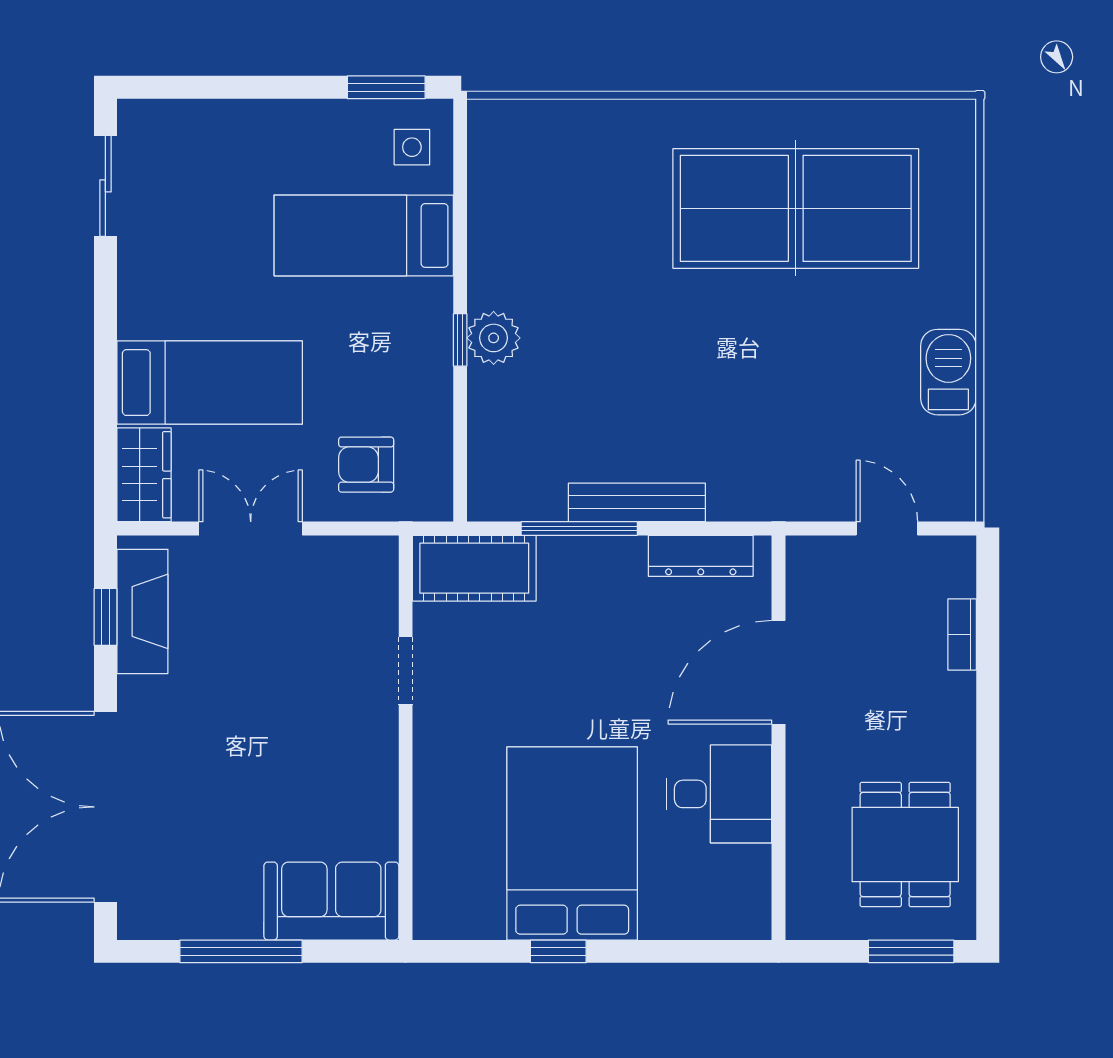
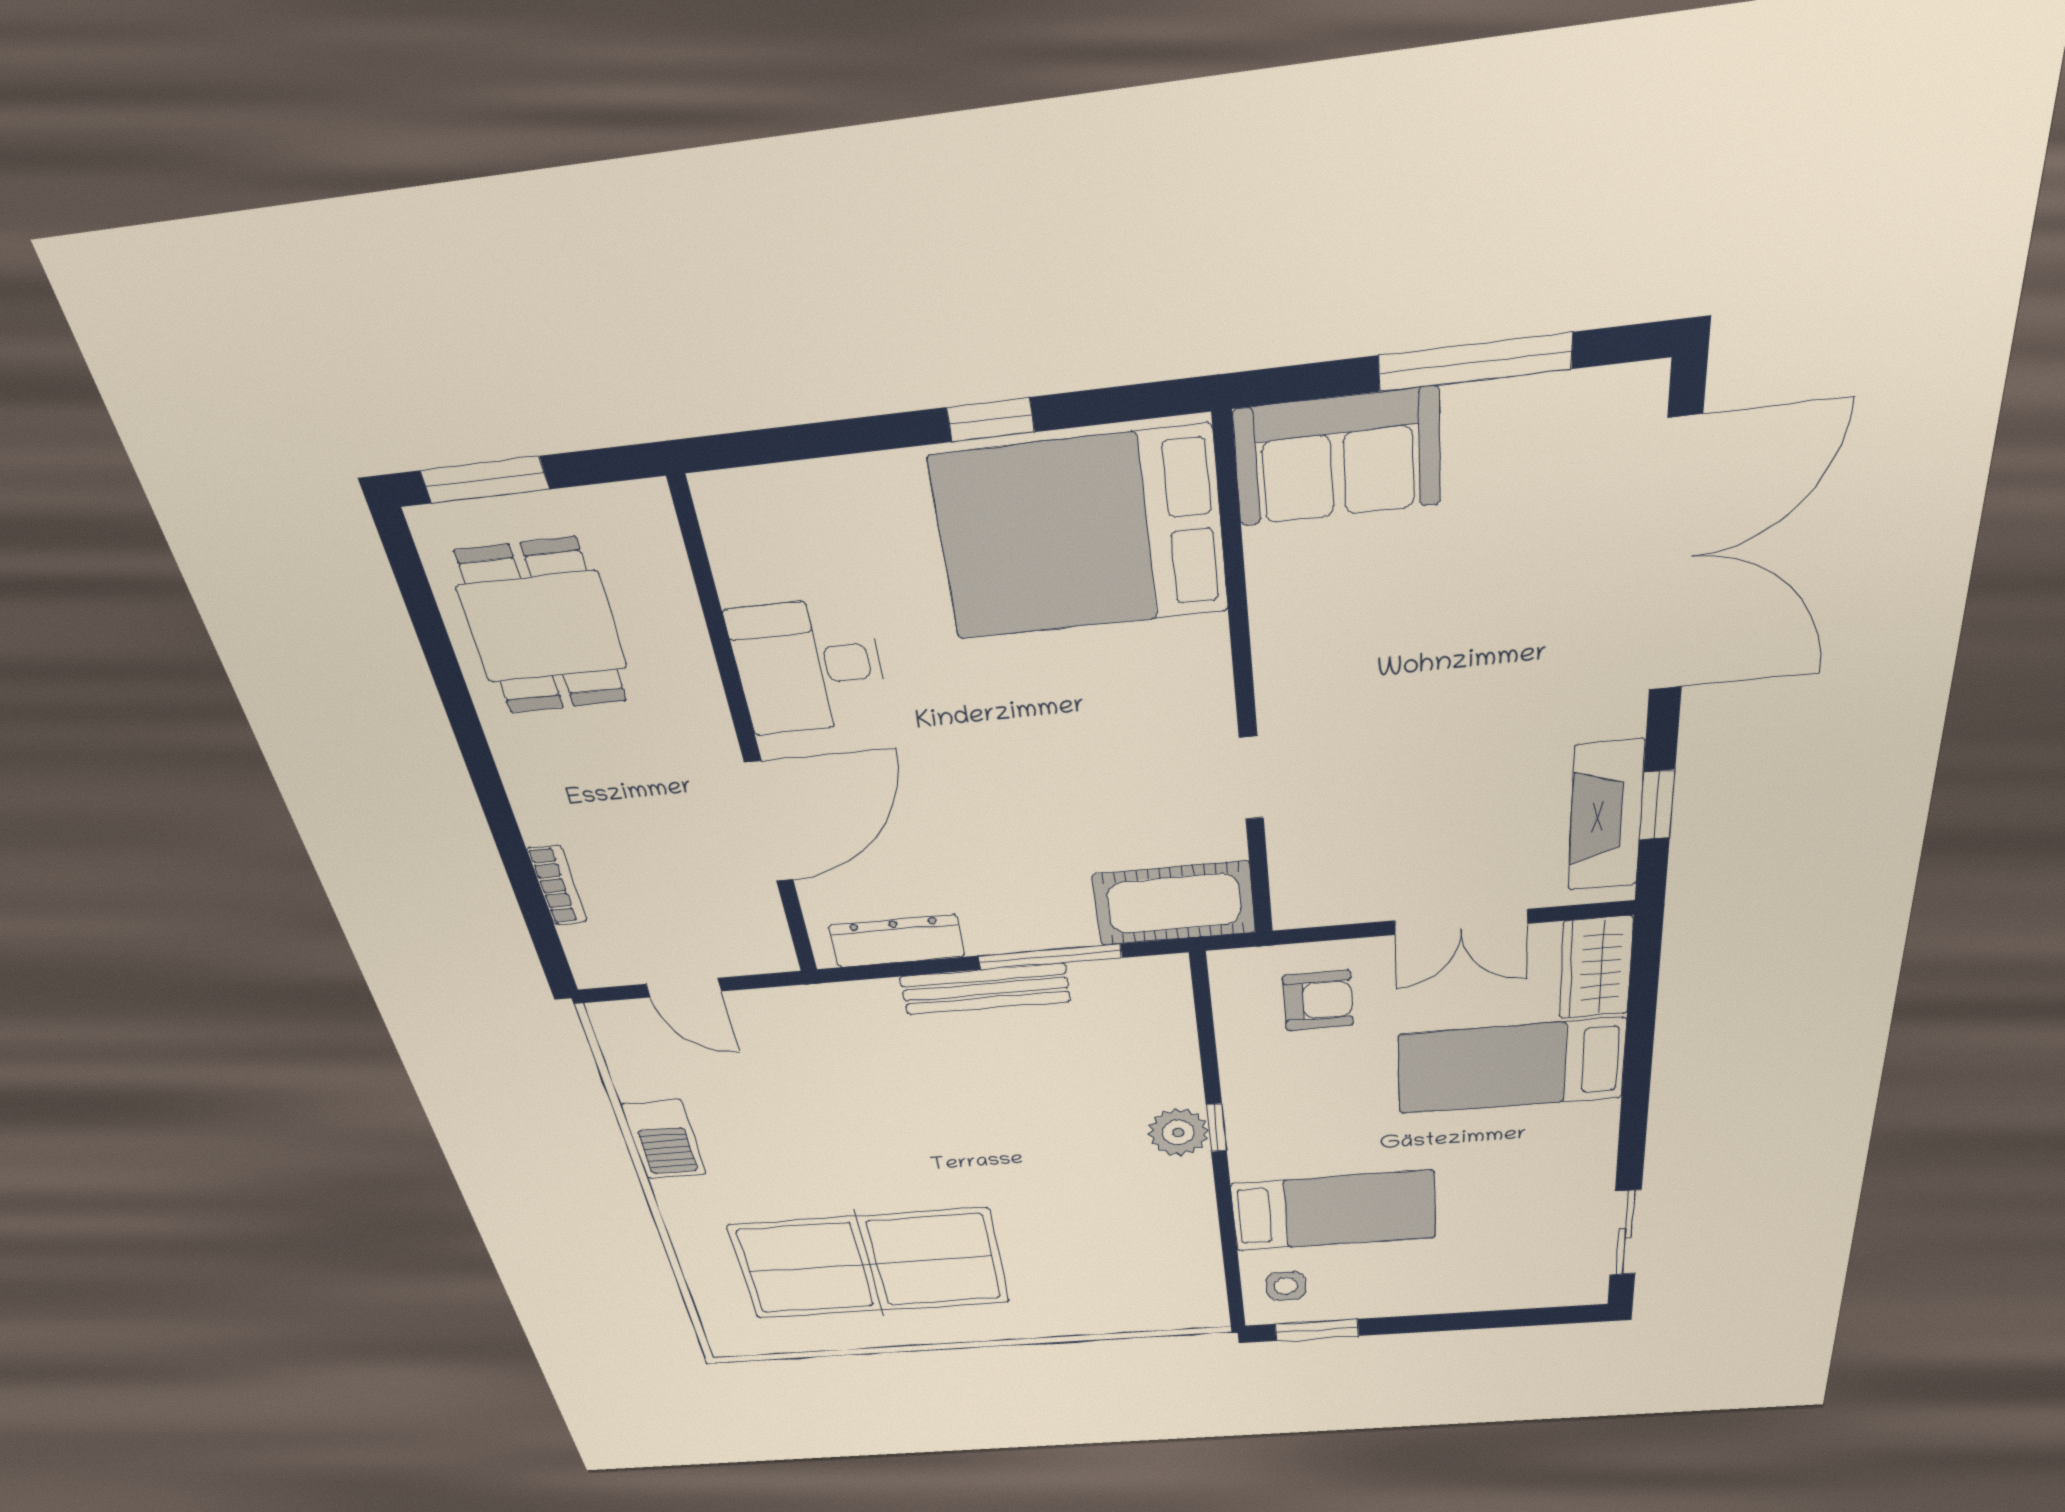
bed: (572, 843) -> (1080, 535), moved, turned 90

